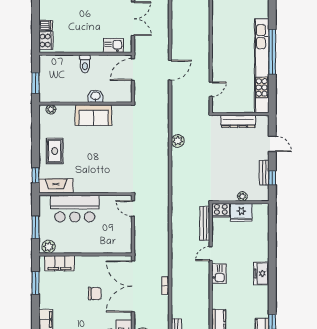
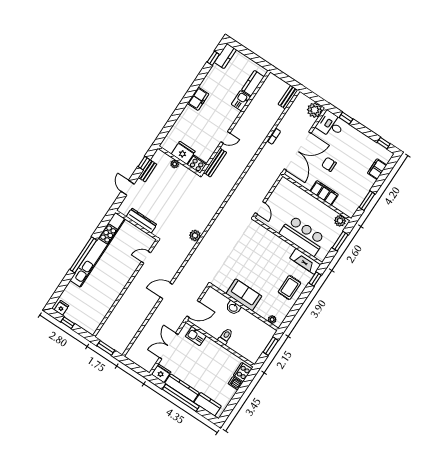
filing cabinet: (59, 263) -> (324, 193), moved
kitchen sink: (219, 274) -> (241, 101), moved

